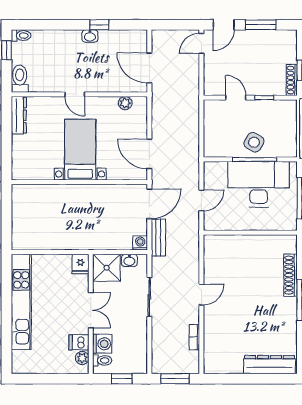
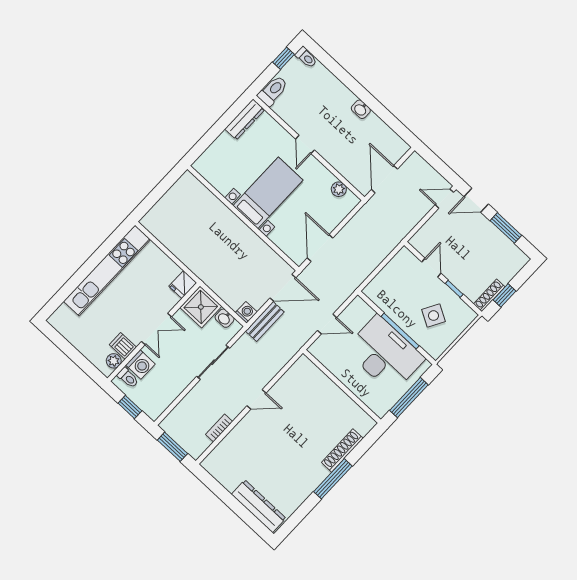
window: (99, 25) -> (377, 107), removed
side table: (254, 142) -> (434, 316), moved

